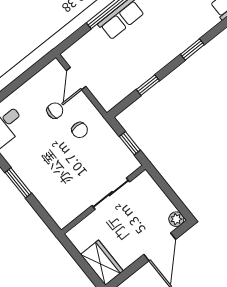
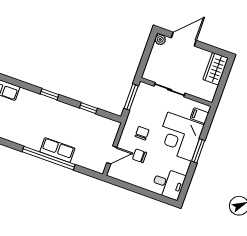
window: (130, 143) -> (131, 97), width x1.50
corner desk: (48, 172) -> (180, 137), added
filing cabinet: (59, 210) -> (199, 116), added

